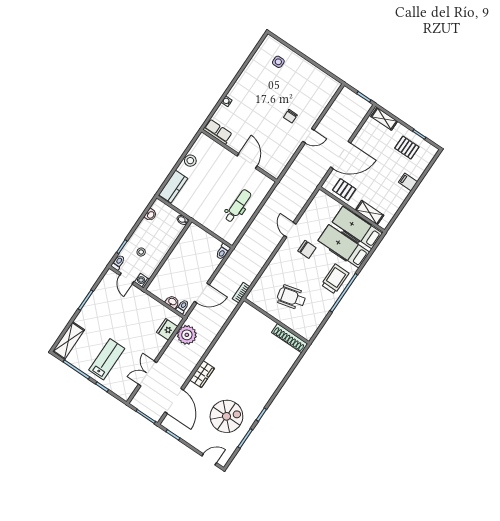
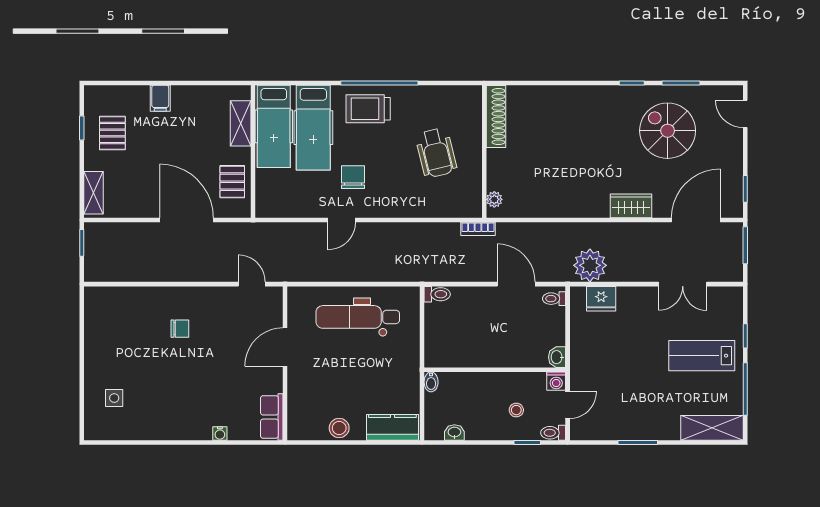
door: (308, 136) -> (252, 284), moved
dental chair: (238, 206) -> (358, 317), width x1.36, depth x1.38
washbasin: (172, 302) -> (557, 357), moved
plant: (250, 310) -> (494, 199), added

